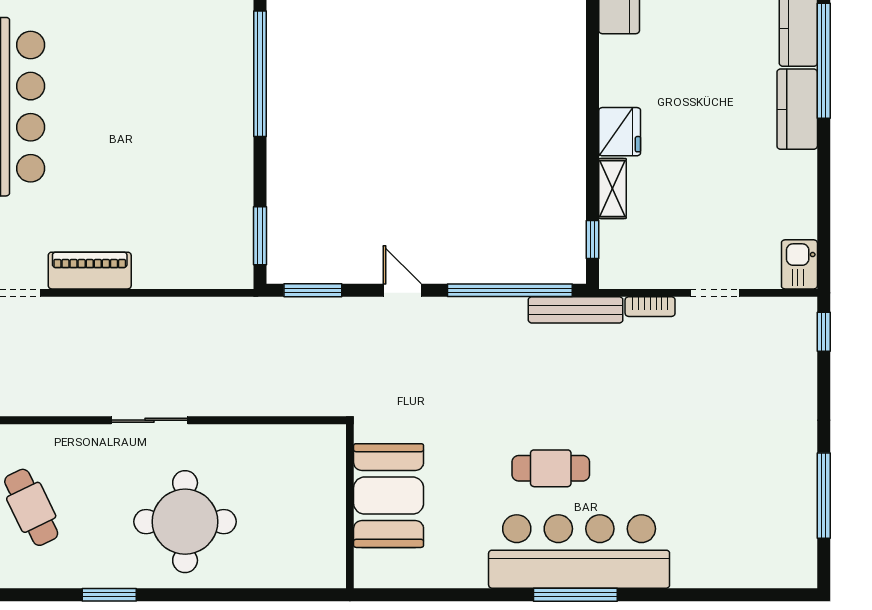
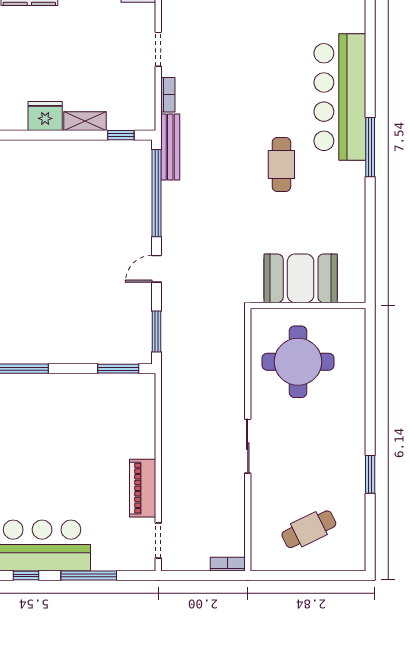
round table: (185, 522) -> (298, 362), moved
bar counter: (579, 552) -> (340, 97), moved

